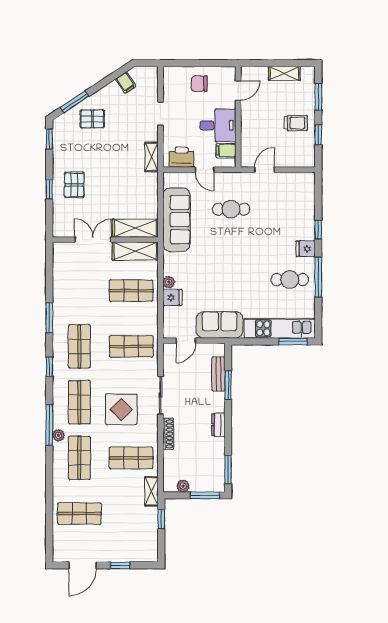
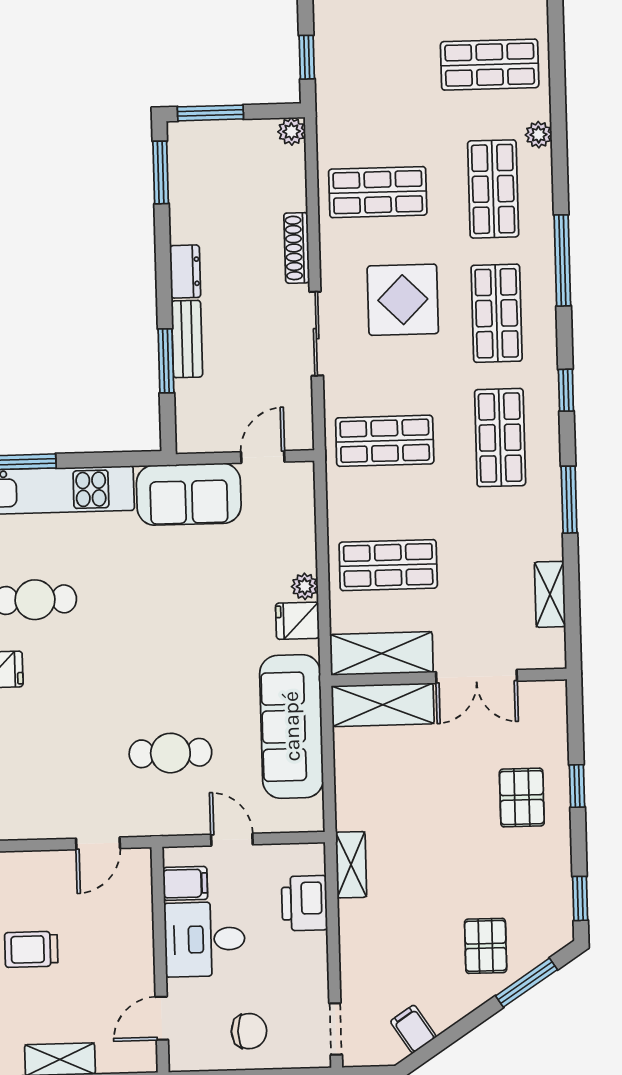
doorway: (160, 114) -> (336, 1029), moved
pallet: (92, 119) -> (486, 946), turned 90
printer: (182, 157) -> (304, 903), moved, turned 90
fridge: (172, 297) -> (297, 621), moved
bench: (218, 374) -> (187, 339), moved
plant: (58, 435) -> (539, 135), moved
plant: (183, 486) -> (291, 131), moved
shelving: (152, 491) -> (550, 594), moved

